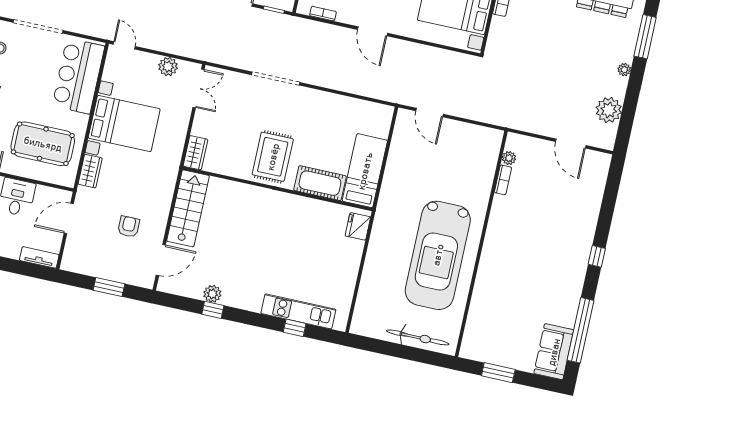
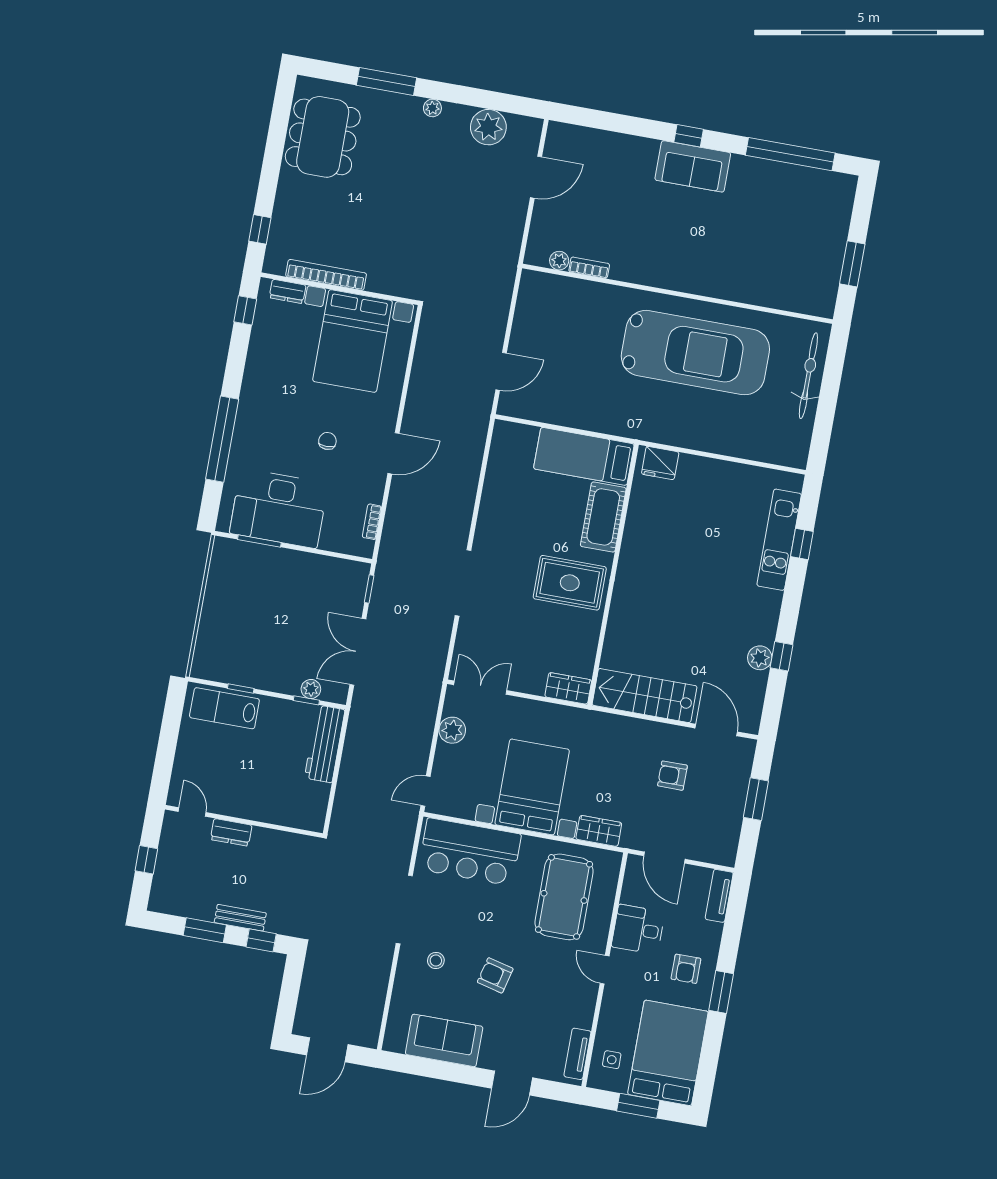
sofa: (554, 352) -> (693, 166), moved

